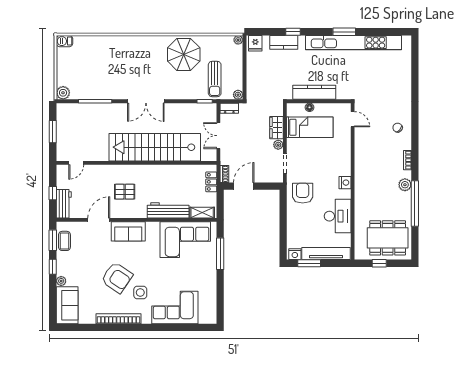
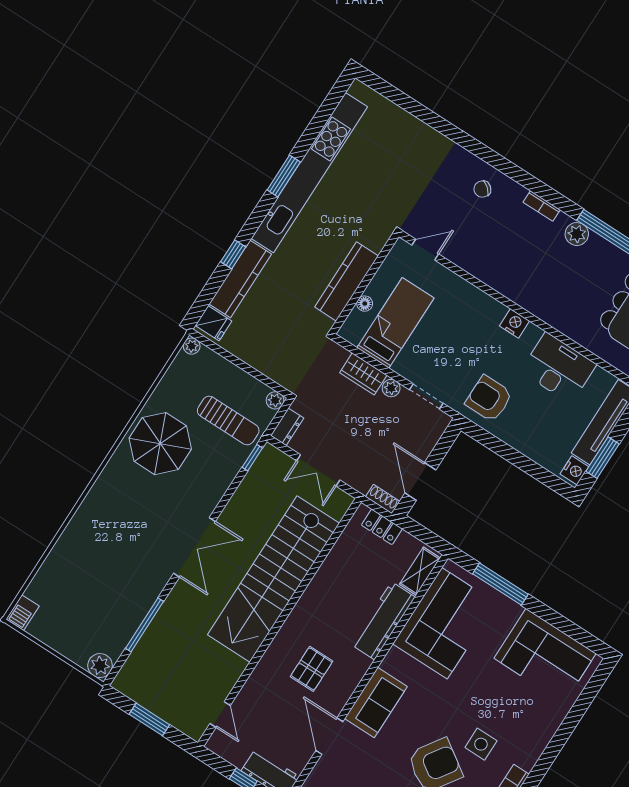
kitchen counter: (284, 42) -> (240, 279), width x1.50
corner sofa: (175, 307) -> (545, 656), moved, turned -90

